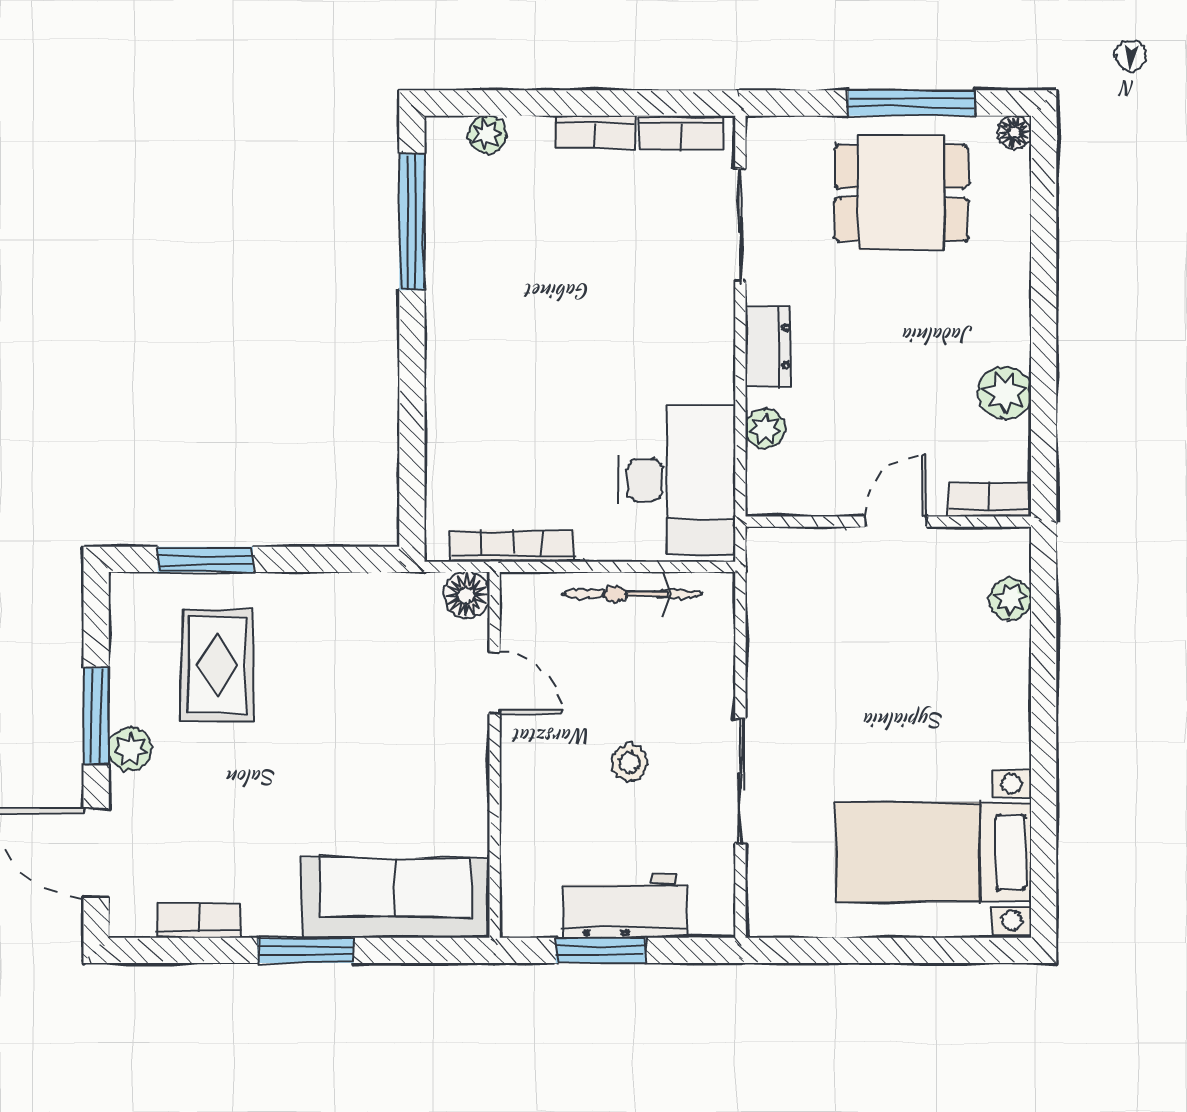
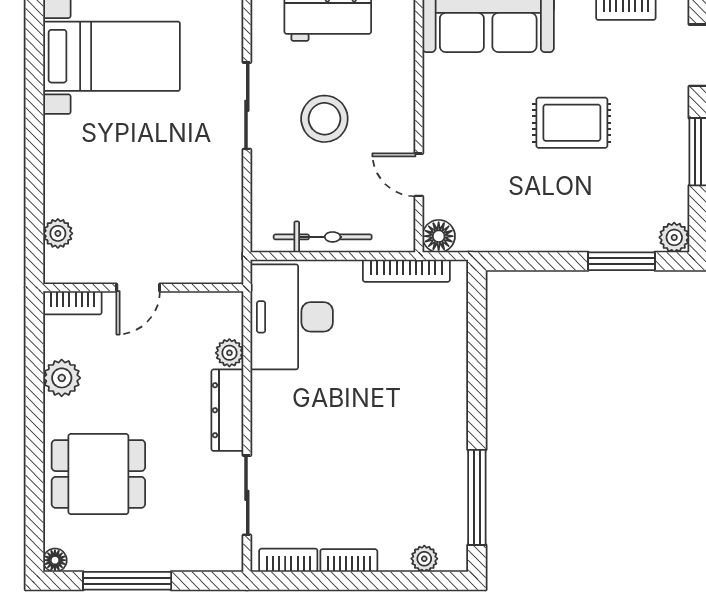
dining table: (901, 193) -> (98, 474), moved
dresser: (768, 347) -> (227, 410), width x1.44
rug: (217, 666) -> (572, 123), moved, turned 90
plant: (130, 749) -> (674, 237), moved
stool: (630, 763) -> (324, 119), width x1.89, depth x1.89

